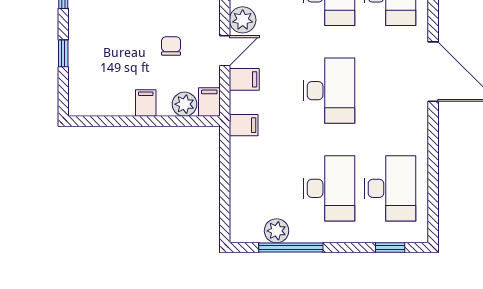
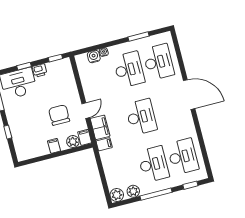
plant: (243, 20) -> (117, 195), moved
chair: (171, 46) -> (59, 115), width x1.87, depth x1.87
filing cabinet: (244, 79) -> (100, 127), width x2.00
window: (291, 248) -> (156, 194), moved

